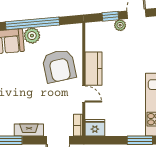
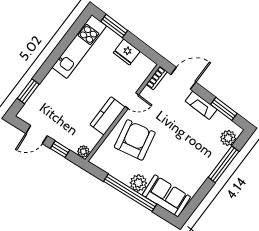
plant: (120, 25) -> (83, 151), moved
door: (84, 94) -> (132, 101), swing flipped
fridge: (95, 128) -> (127, 52), moved

